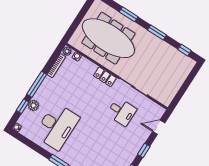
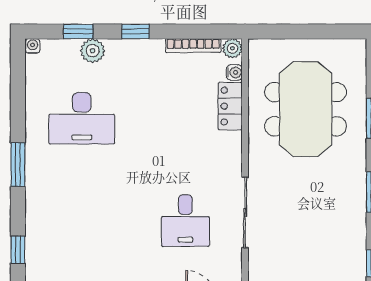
meeting table: (108, 38) -> (306, 109), width x0.73
locker: (105, 77) -> (230, 106), moved
window: (37, 84) -> (135, 31), width x0.46
desk: (57, 126) -> (82, 118), width x0.73, depth x0.77

